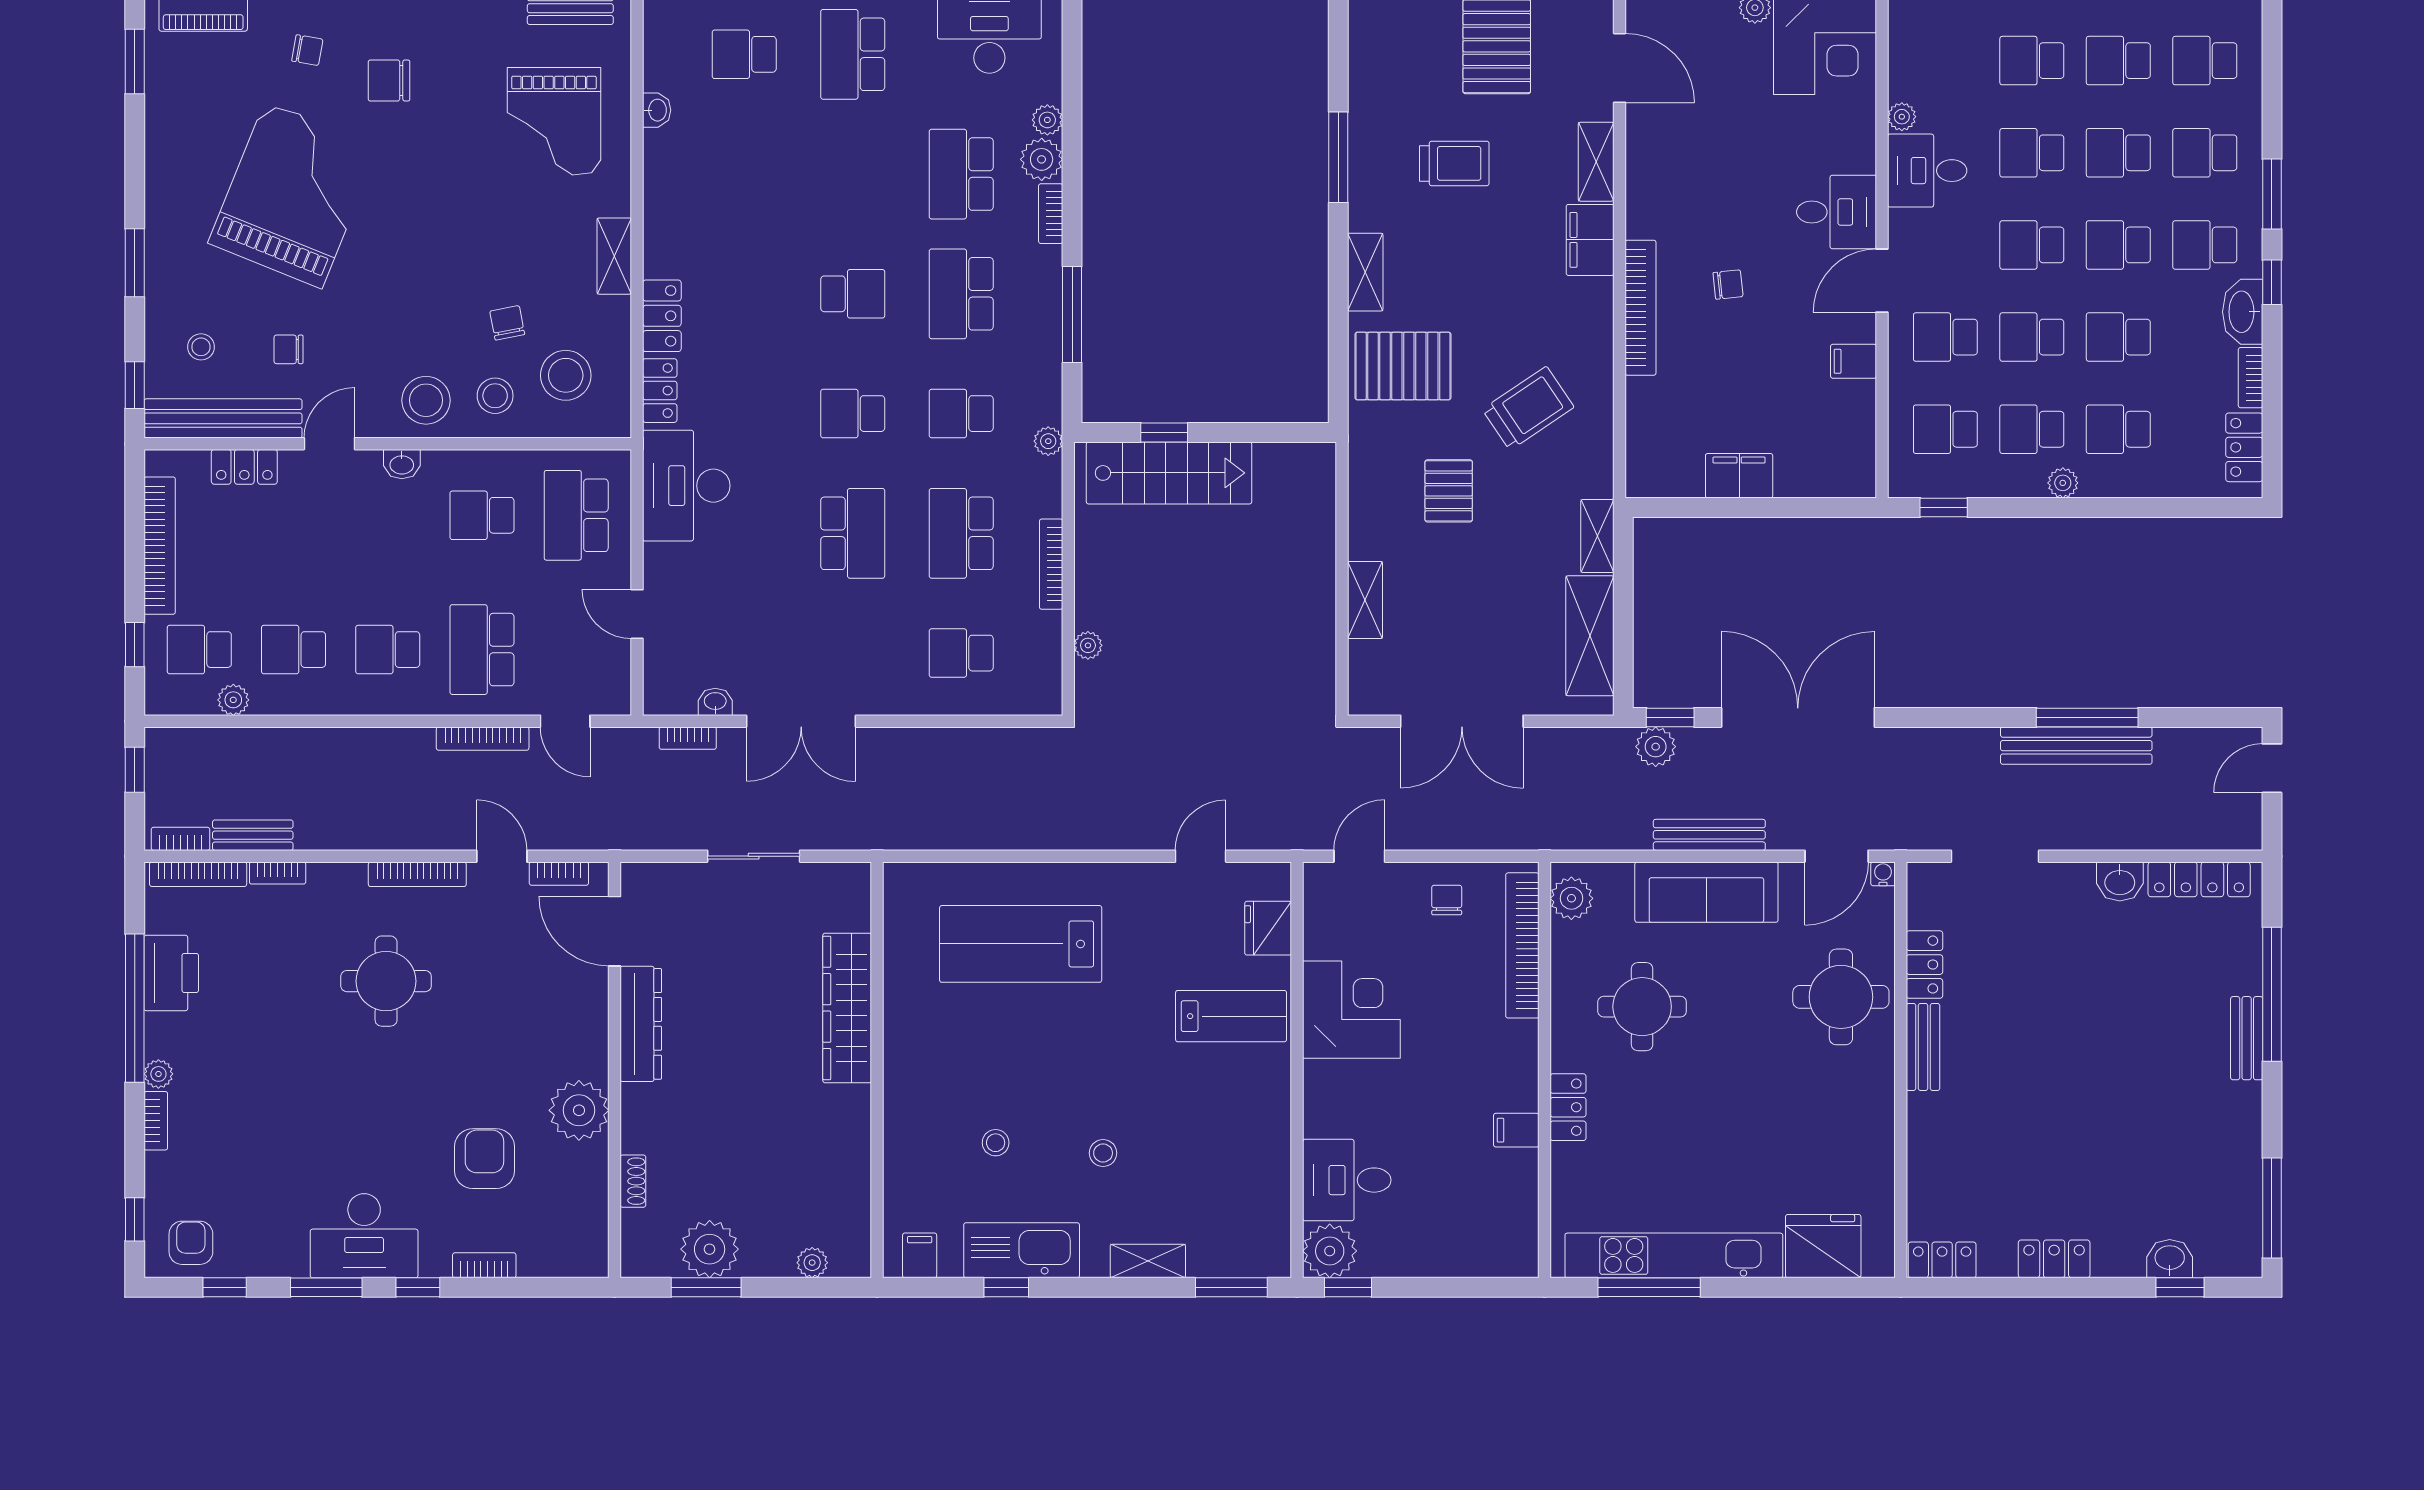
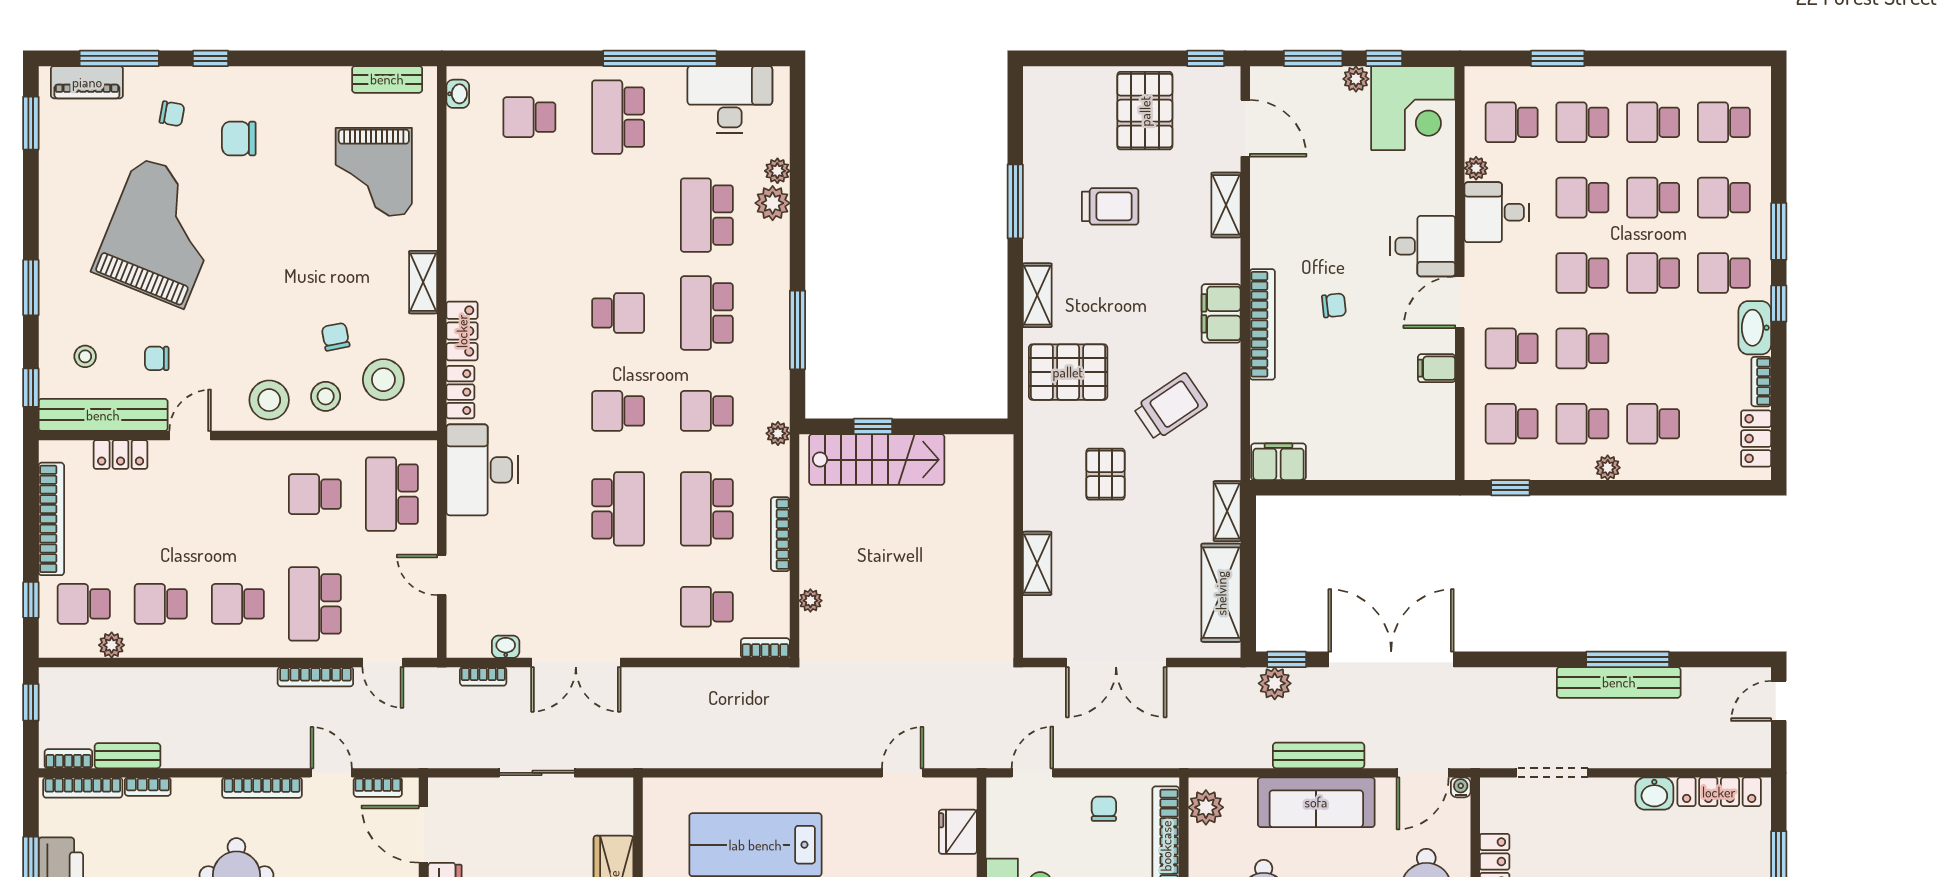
washbasin: (657, 110) -> (458, 94), moved
bookcase: (1051, 214) -> (765, 648), moved, turned 90
filing cabinet: (1590, 240) -> (1221, 313), moved
school desk: (2118, 337) -> (1512, 122), moved
washbasin: (402, 464) -> (249, 452), removed
filing cabinet: (1739, 476) -> (1278, 462), moved

